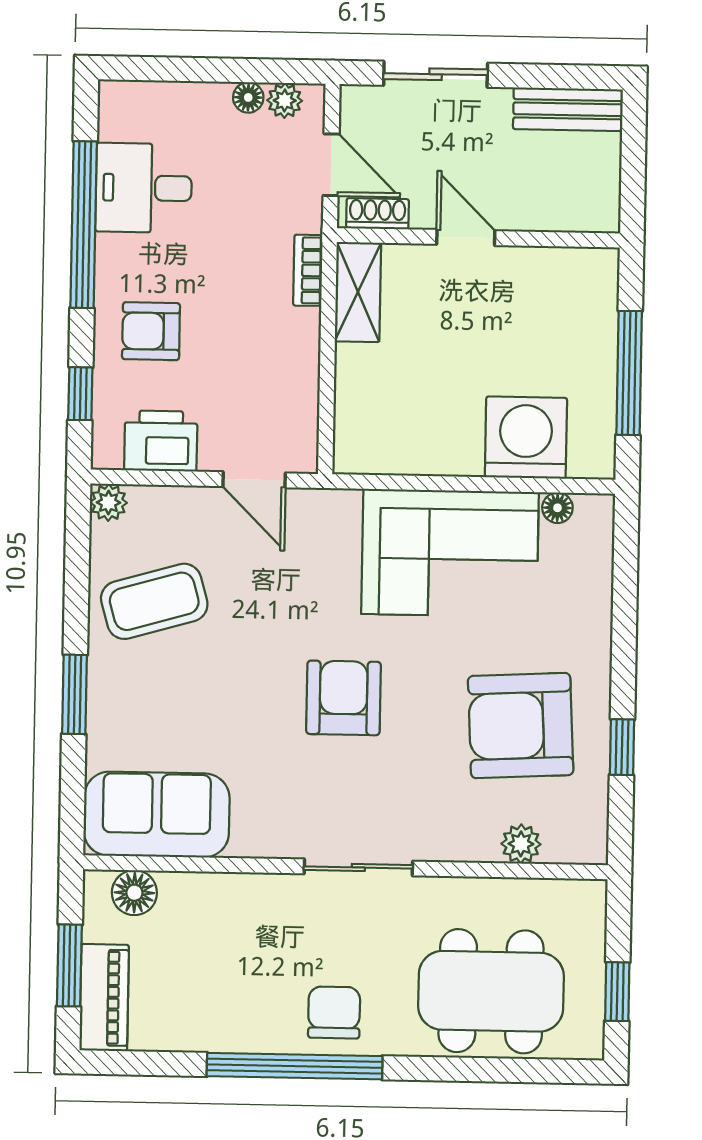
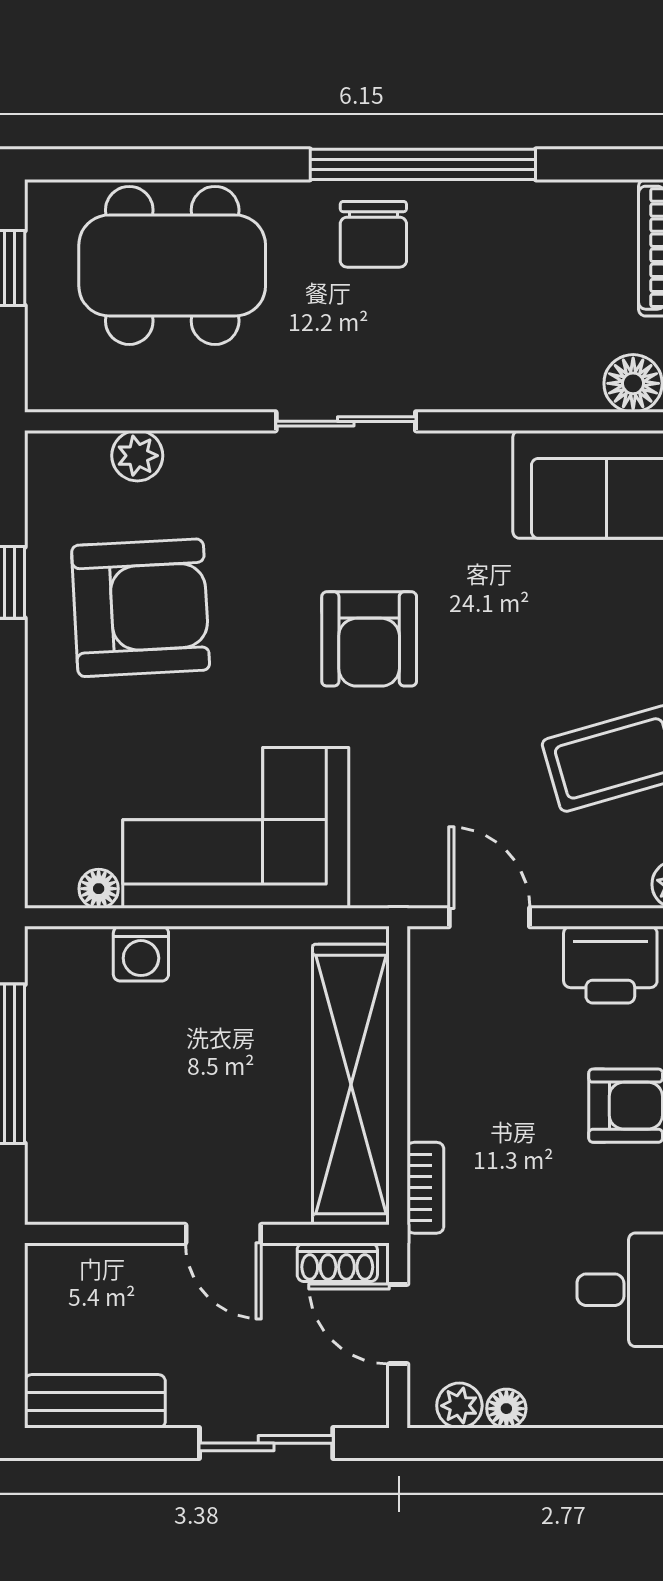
shelving: (358, 292) -> (351, 1085), width x2.20, depth x1.33
washing machine: (526, 438) -> (141, 954), width x0.53, depth x0.53

